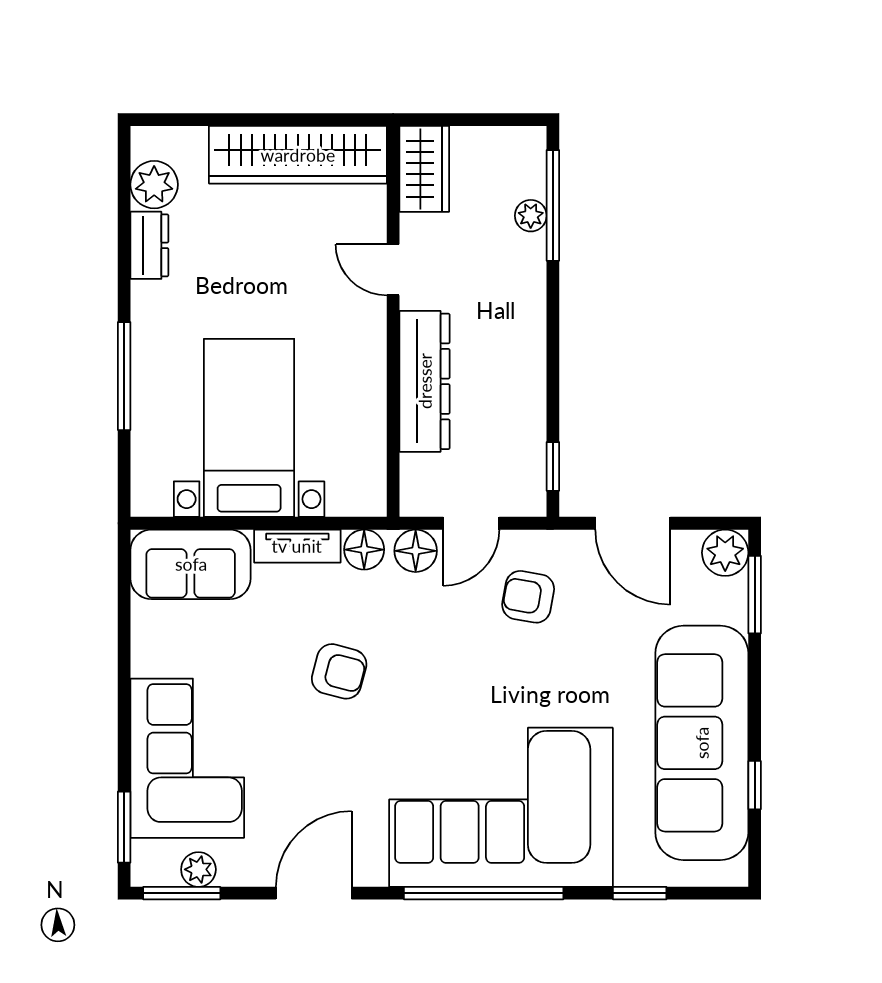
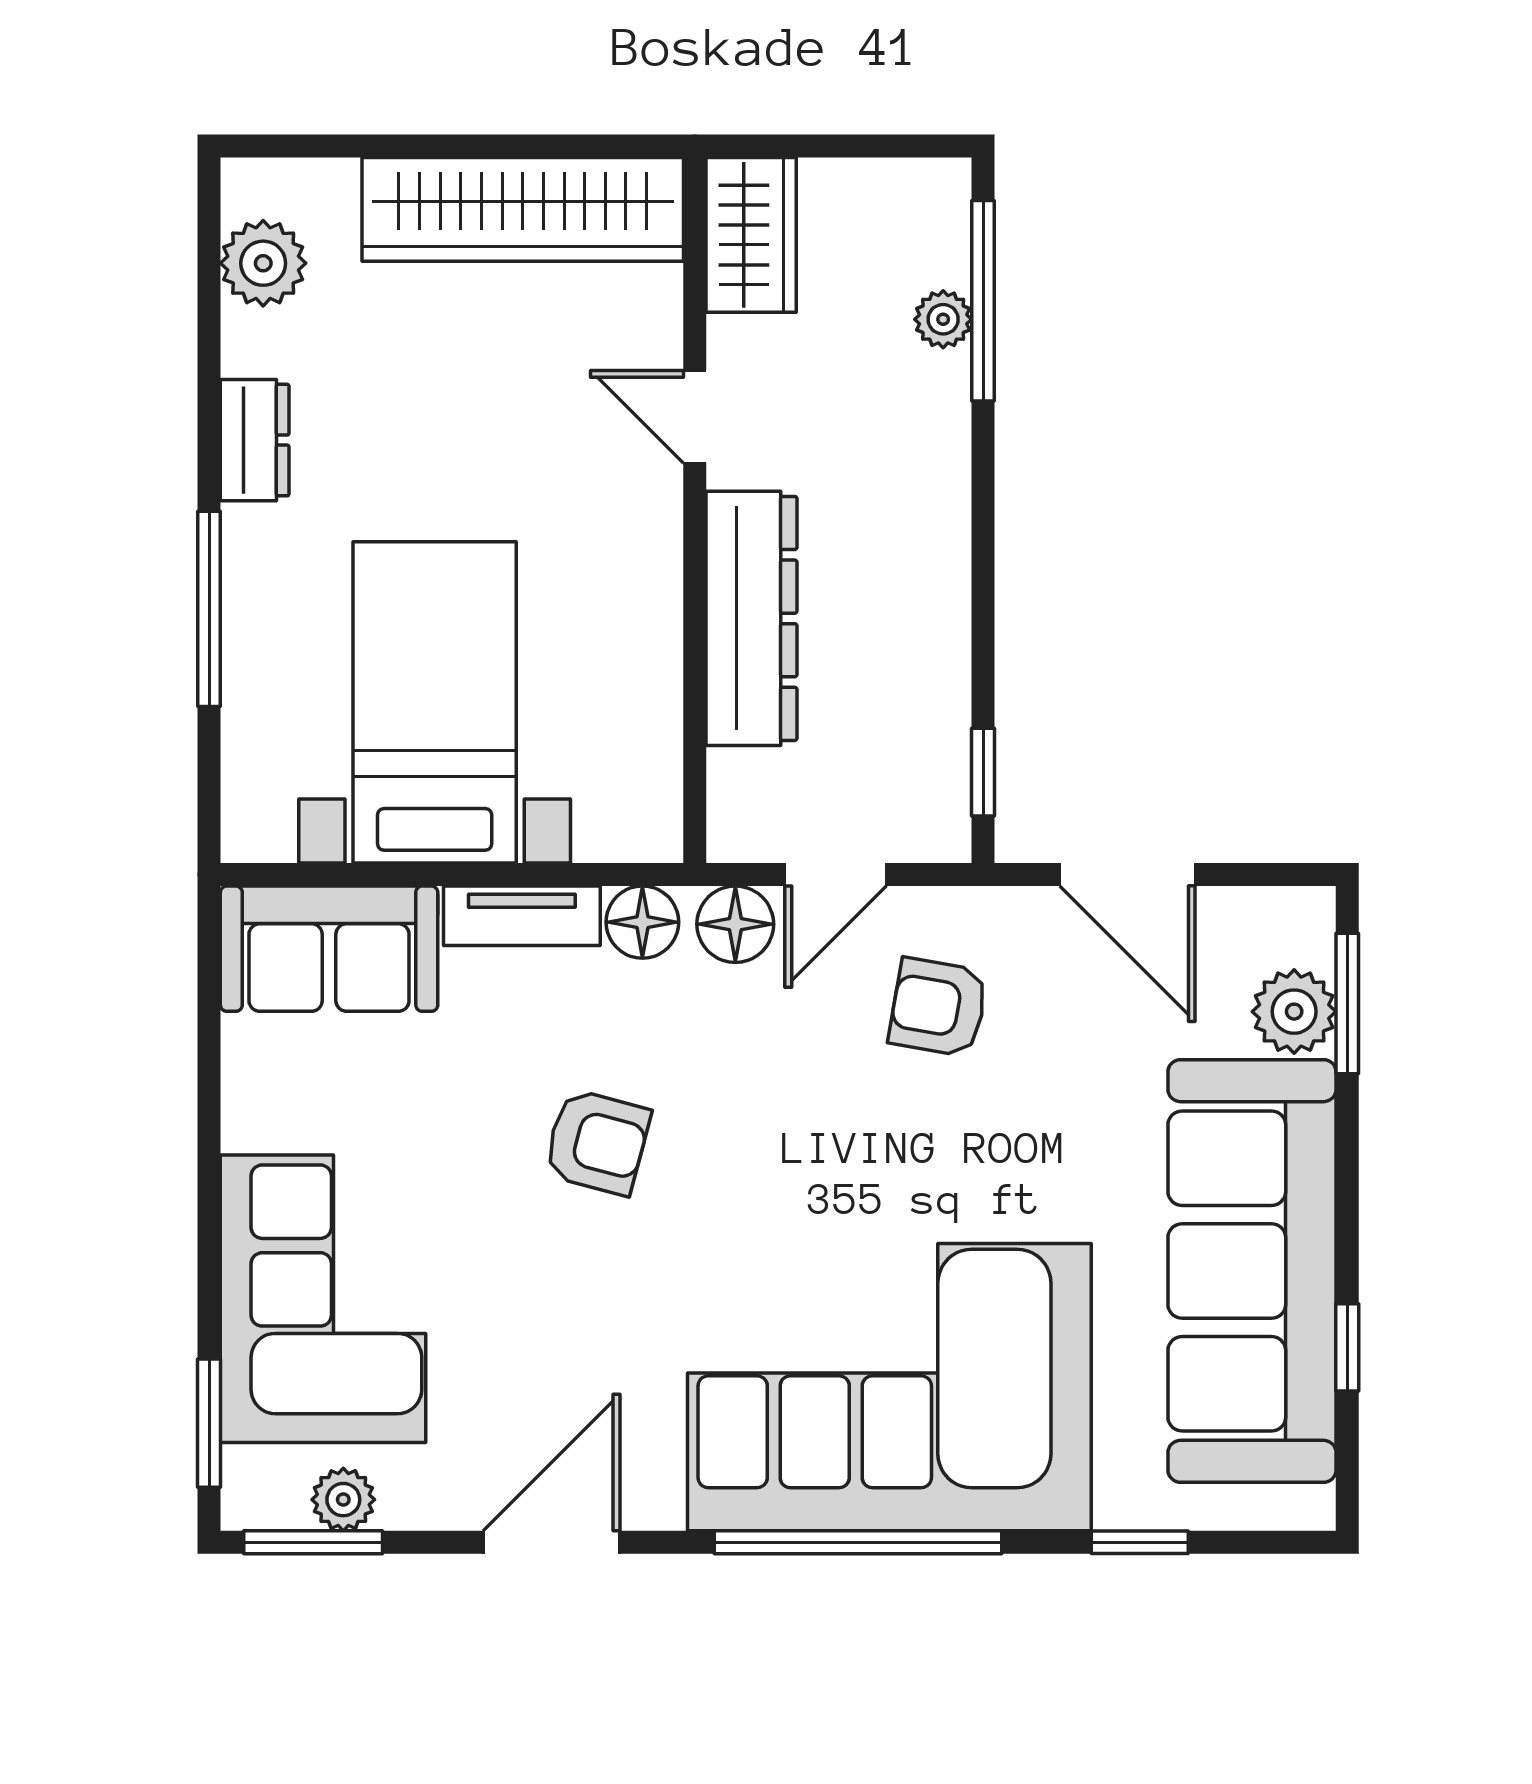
dresser: (149, 245) -> (255, 440), moved
plant: (725, 553) -> (1294, 1012), moved

